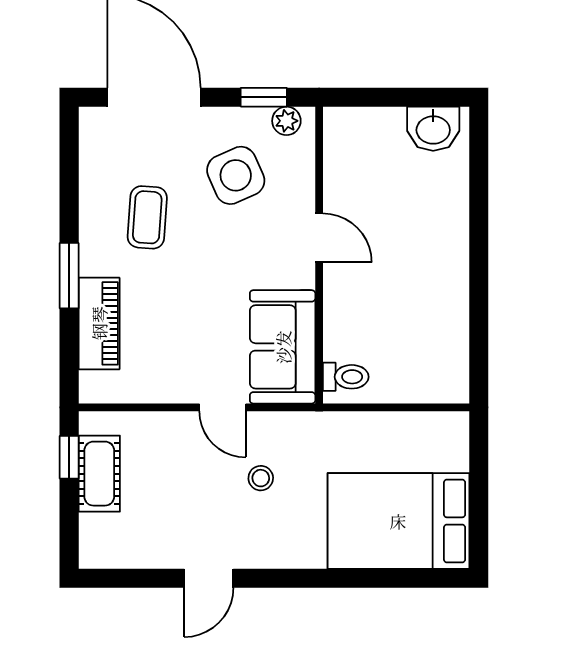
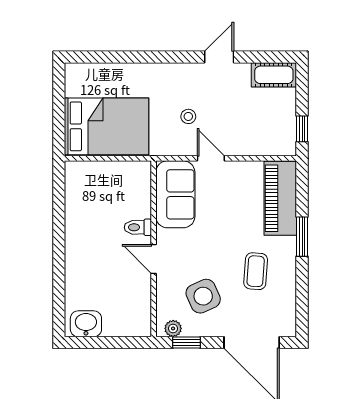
piano: (99, 323) -> (280, 198), width x1.37, depth x1.33
toilet: (346, 377) -> (138, 227), moved
cot: (99, 474) -> (274, 75), moved, turned 90
bed: (398, 521) -> (107, 126), moved

